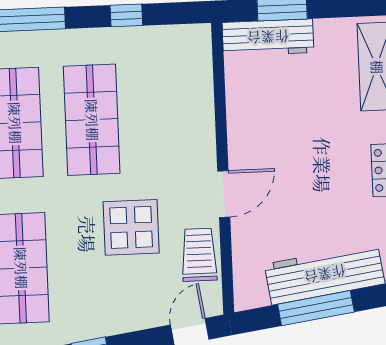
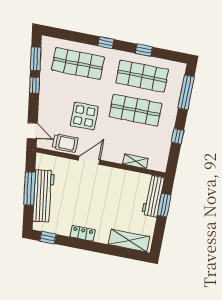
shelving: (202, 93) -> (135, 161), added
door: (224, 194) -> (89, 160), swing flipped

